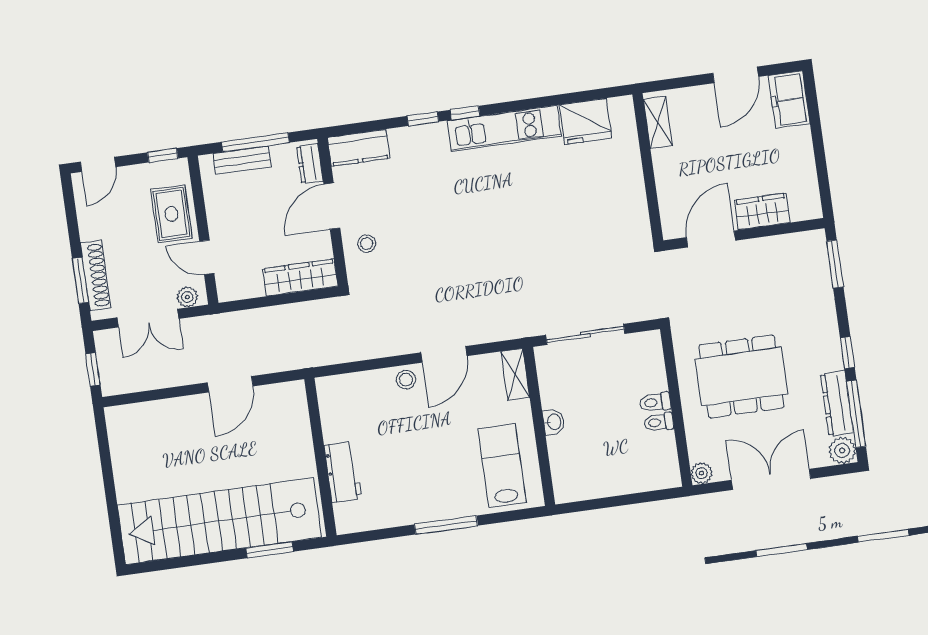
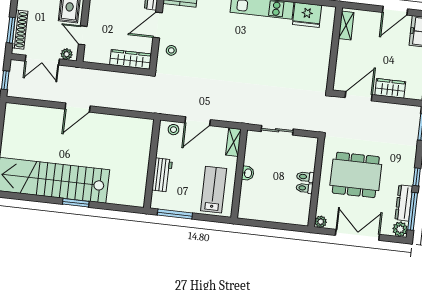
sliding door: (585, 334) -> (277, 130), width x0.73
wall: (320, 457) -> (152, 164), moved
workbench: (343, 472) -> (162, 175), moved

